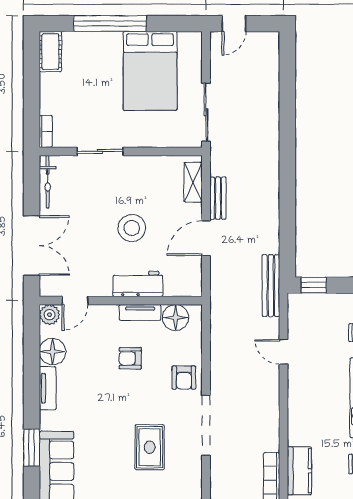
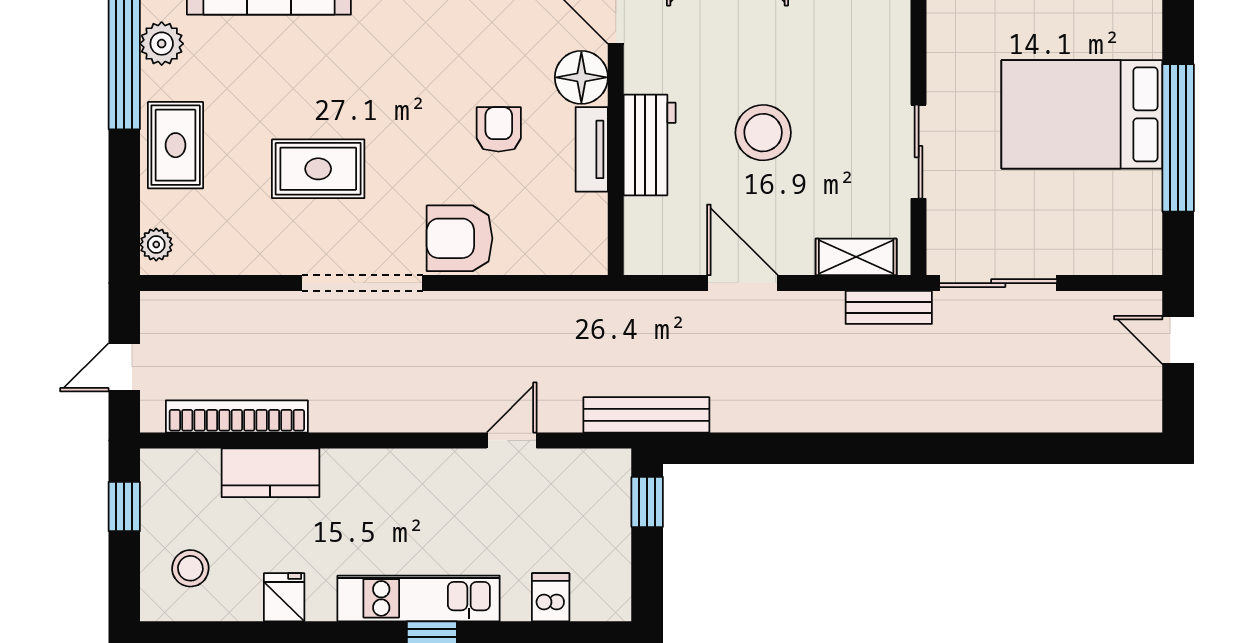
window: (110, 24) -> (1178, 138), moved
bed: (150, 71) -> (1082, 114), moved
sliding door: (100, 151) -> (919, 152), moved
bench: (218, 198) -> (889, 307), moved
floor lamp: (176, 318) -> (581, 77), moved
armchair: (184, 378) -> (460, 238), width x1.38, depth x1.38

